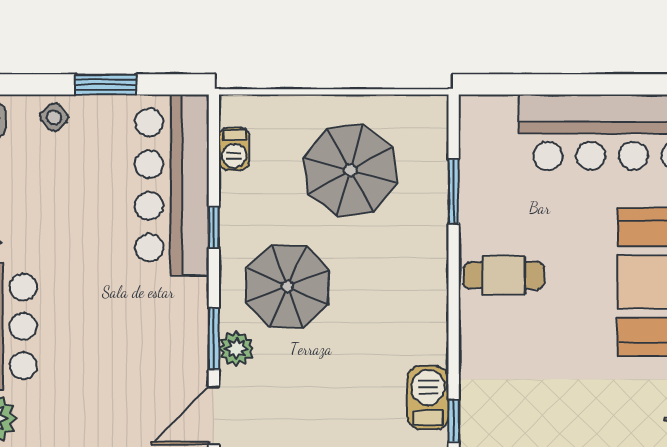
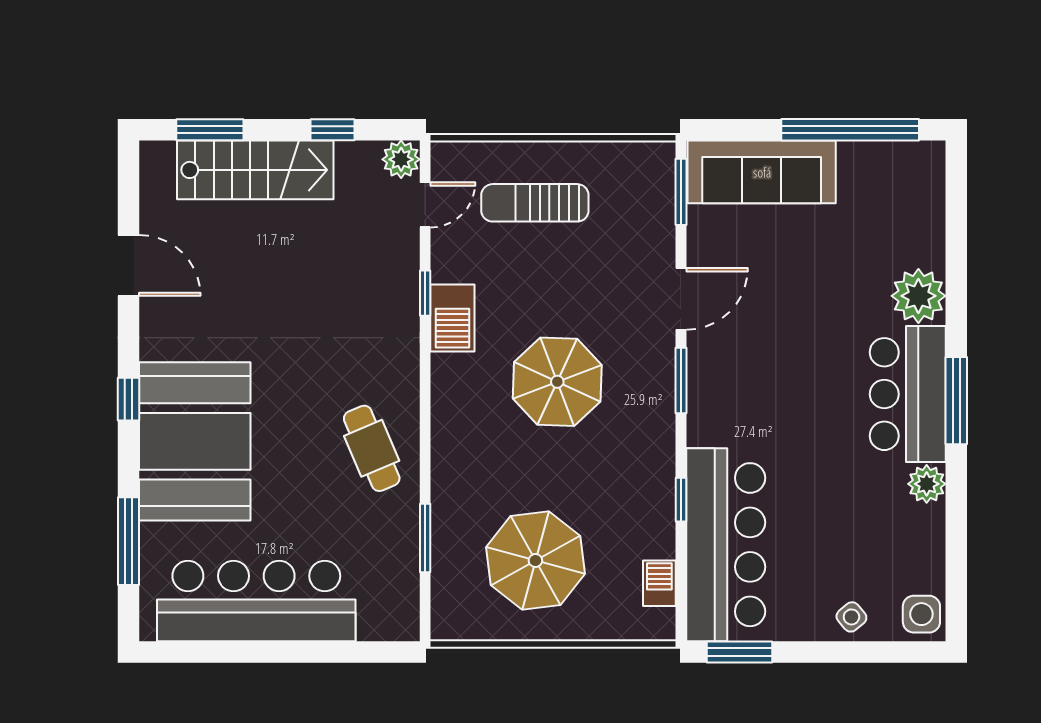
window: (105, 84) -> (740, 652), moved
cafe table: (504, 275) -> (372, 448), turned 67
parasol: (287, 286) -> (557, 382), moved
plant: (236, 349) -> (657, 370), removed

